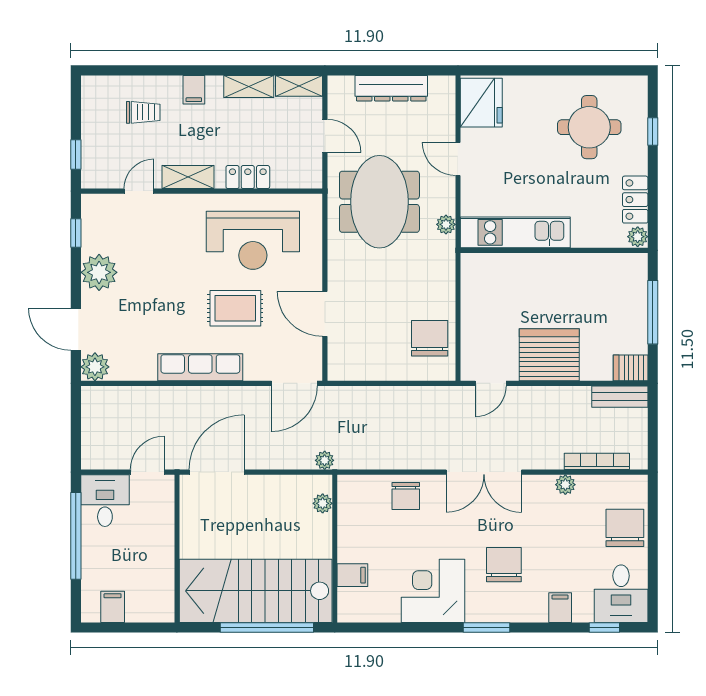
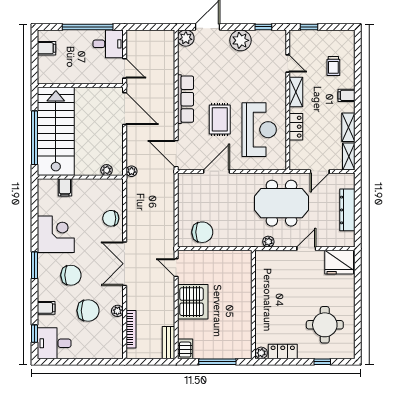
kitchen unit: (515, 232) -> (264, 282), removed
reception desk: (253, 240) -> (259, 130), turned 180
chair: (625, 528) -> (88, 311), moved

